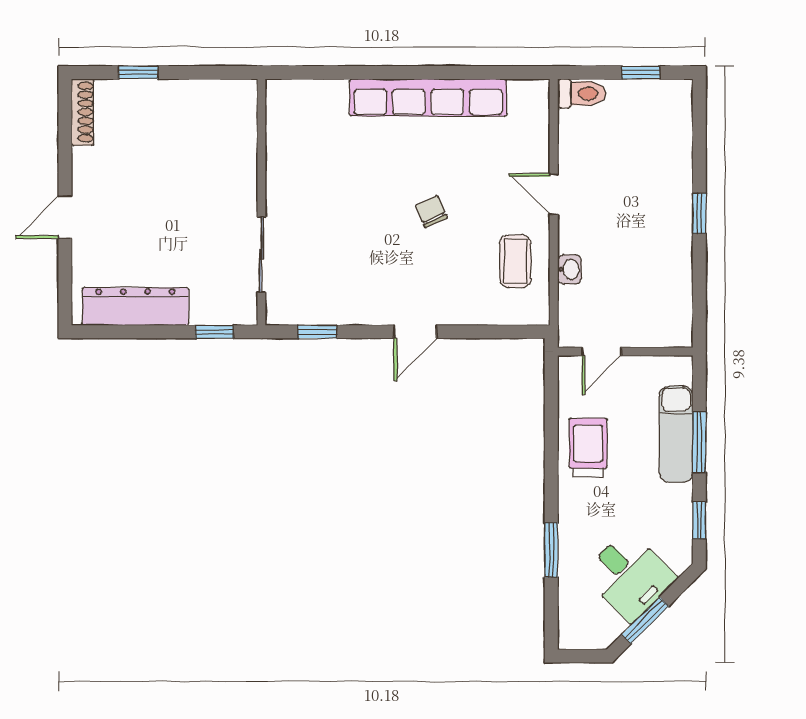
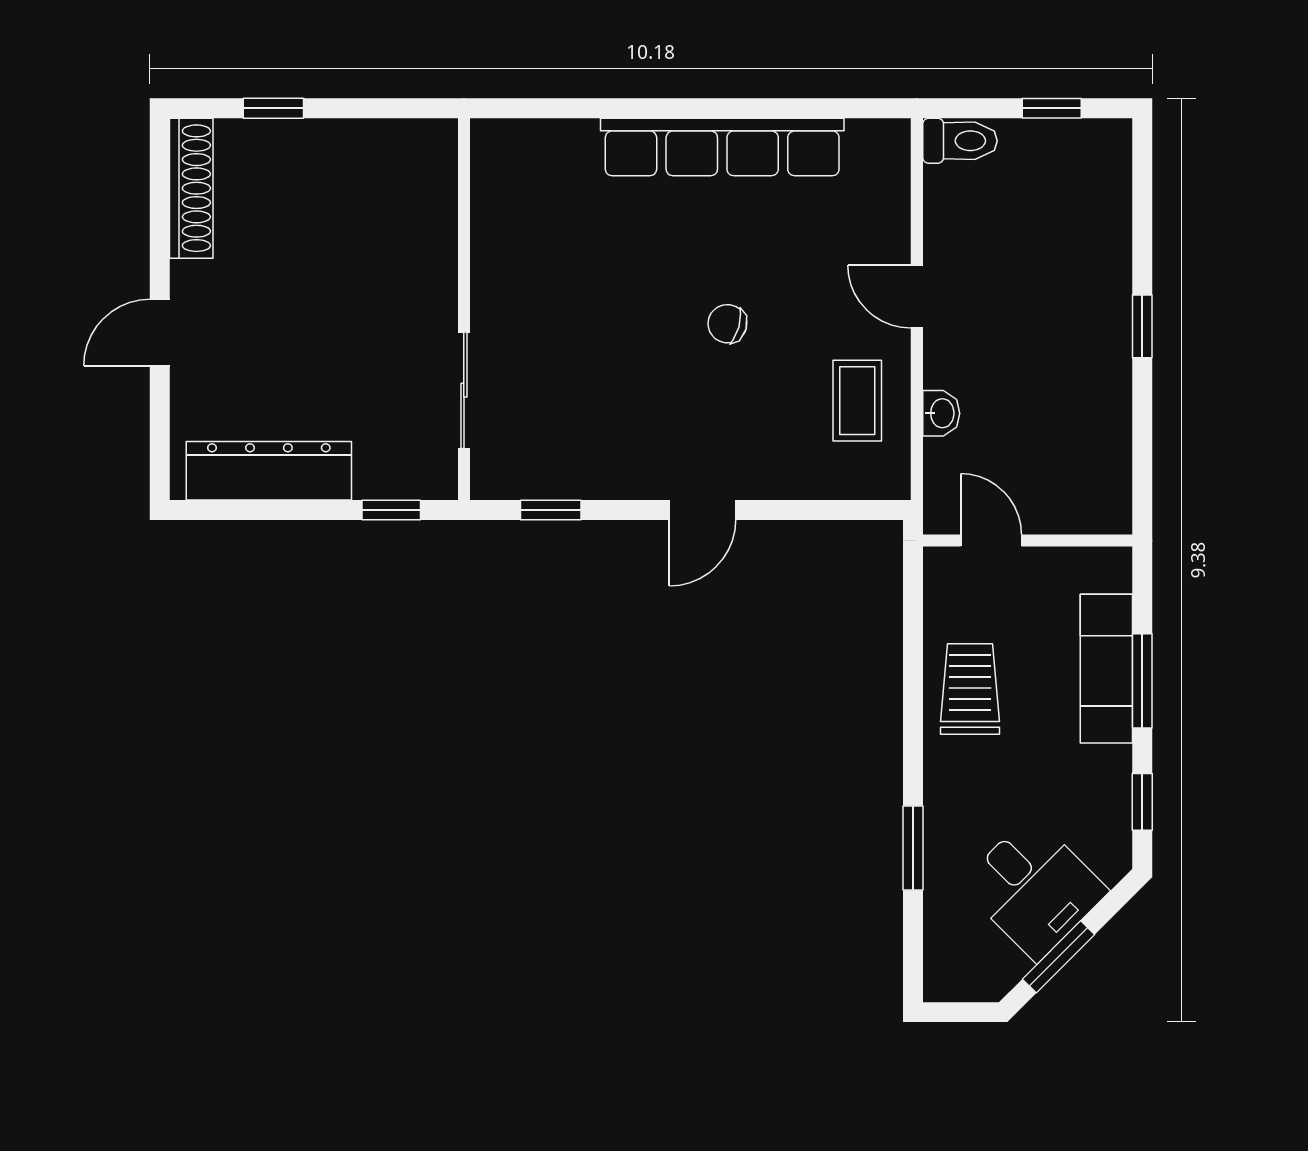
shoe rack: (83, 112) -> (191, 188), width x1.36, depth x1.24
chair: (431, 212) -> (727, 324), turned -50
door: (602, 352) -> (991, 541), swing flipped

